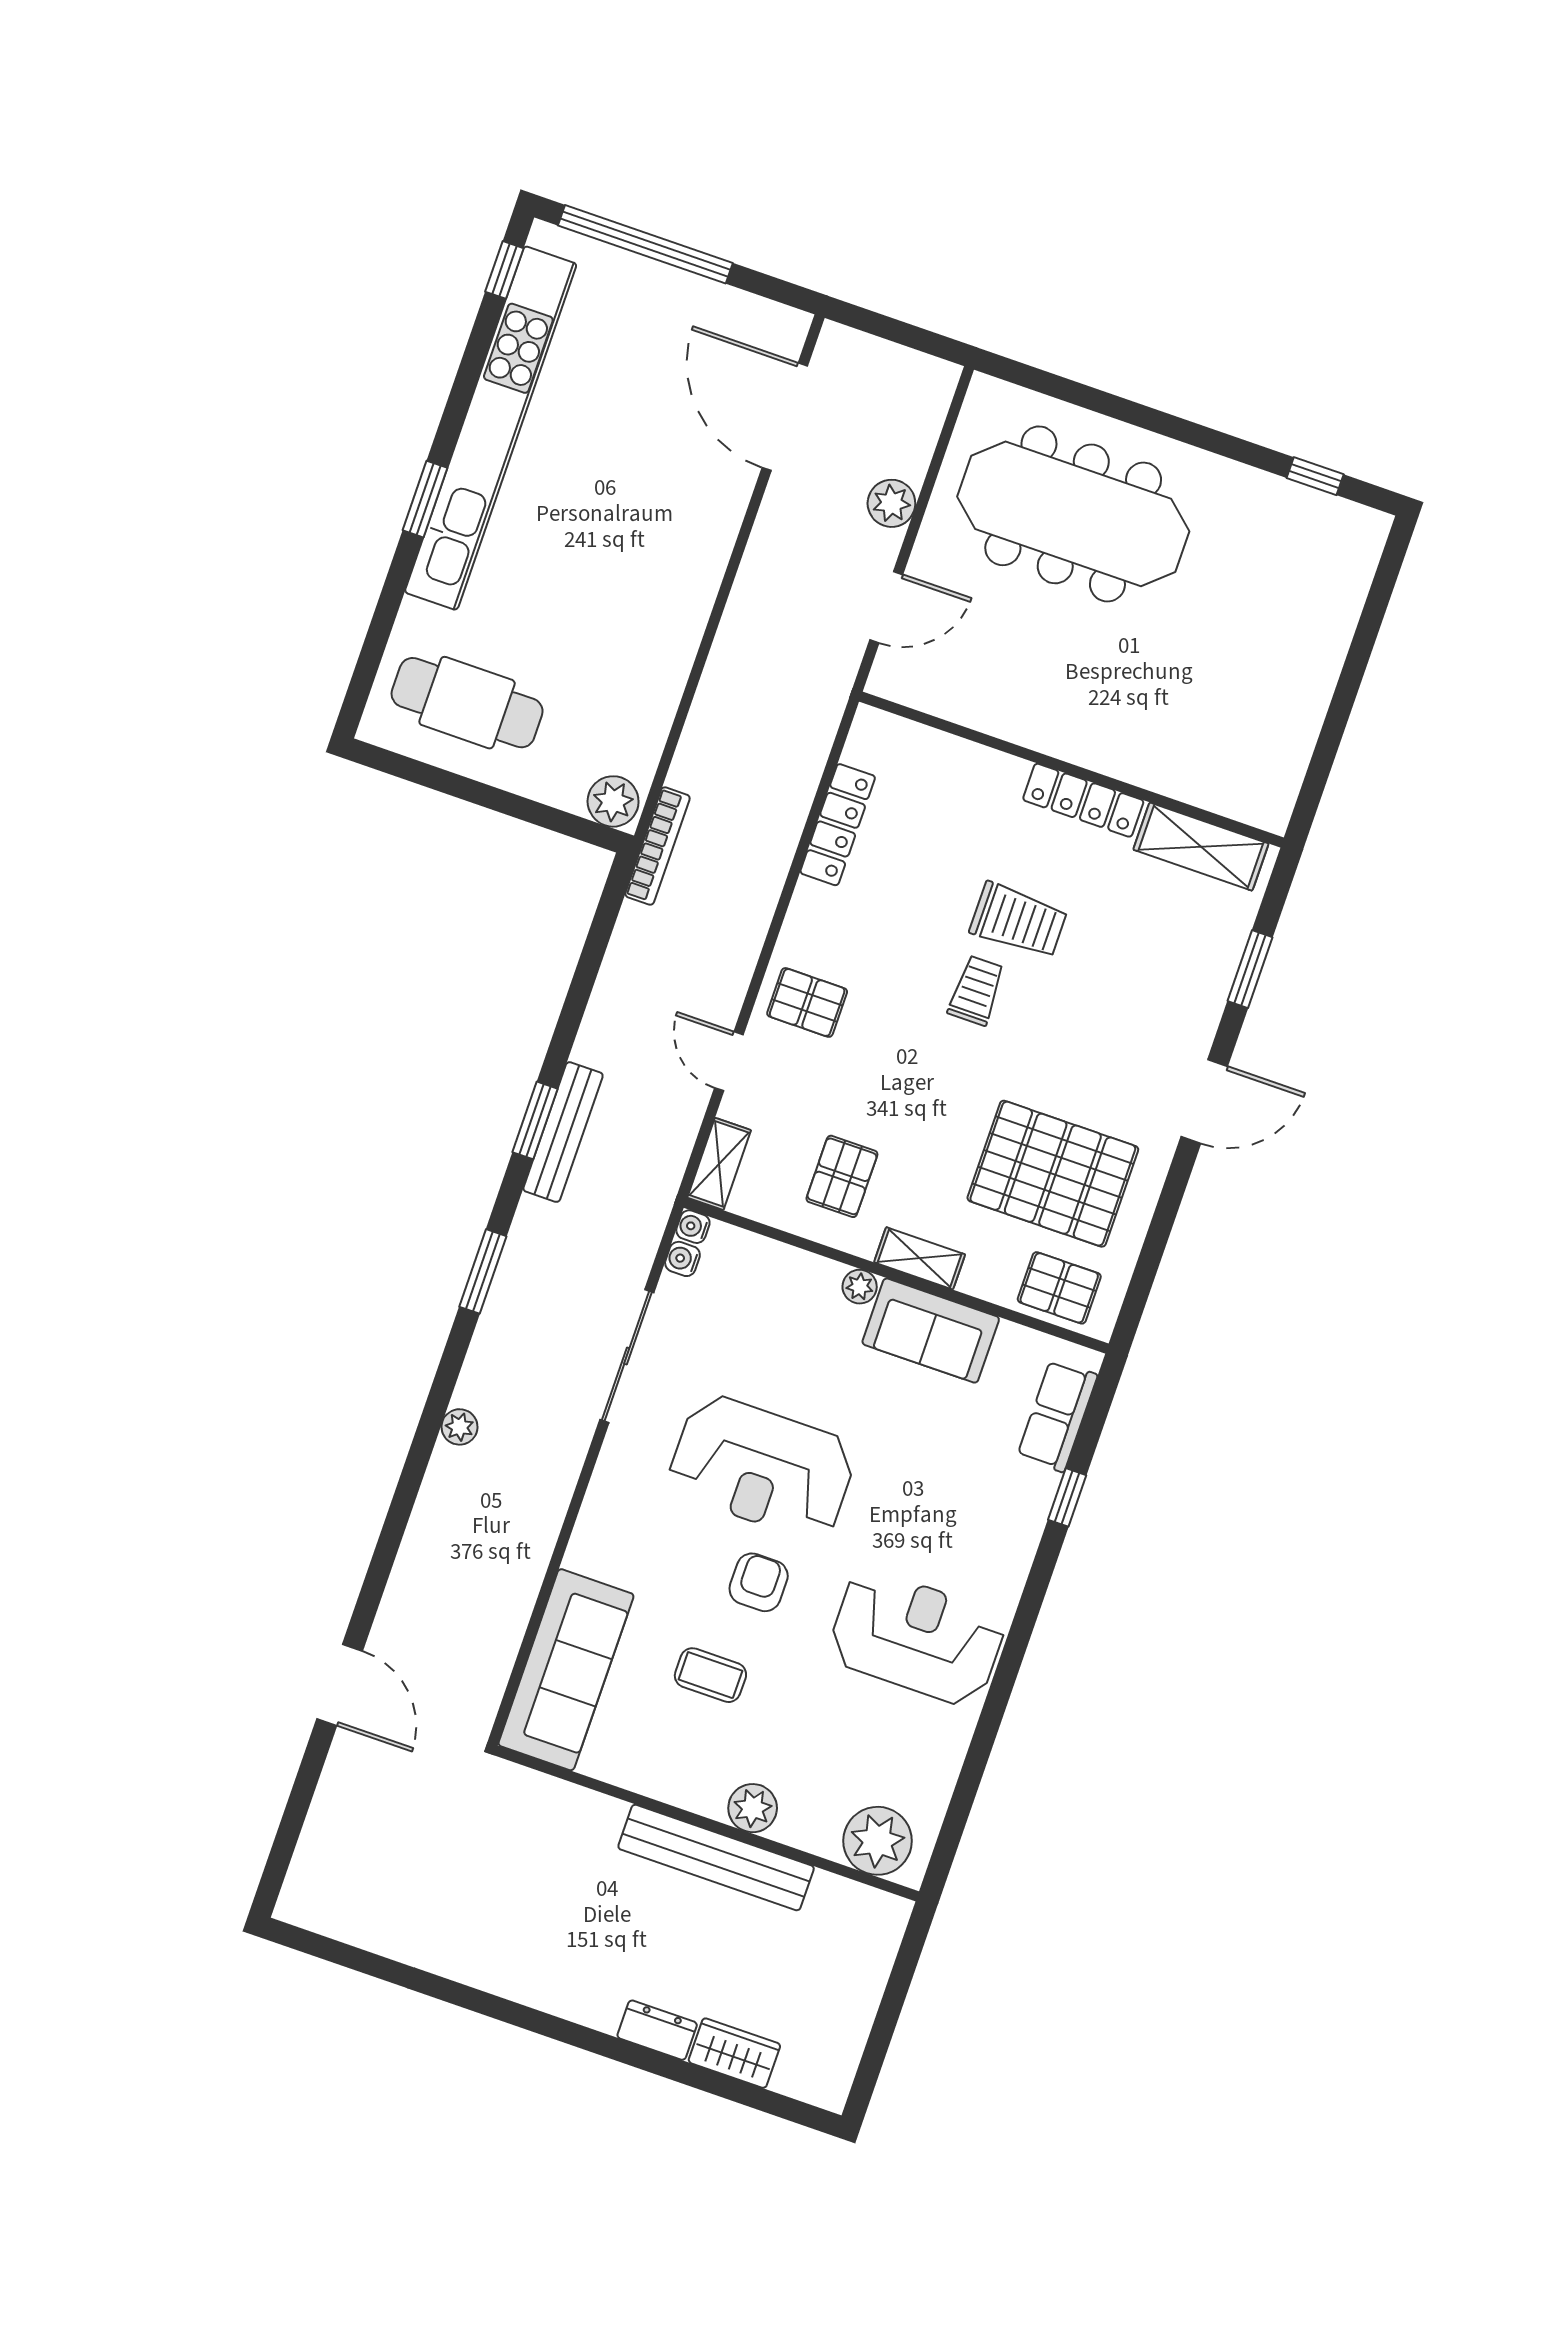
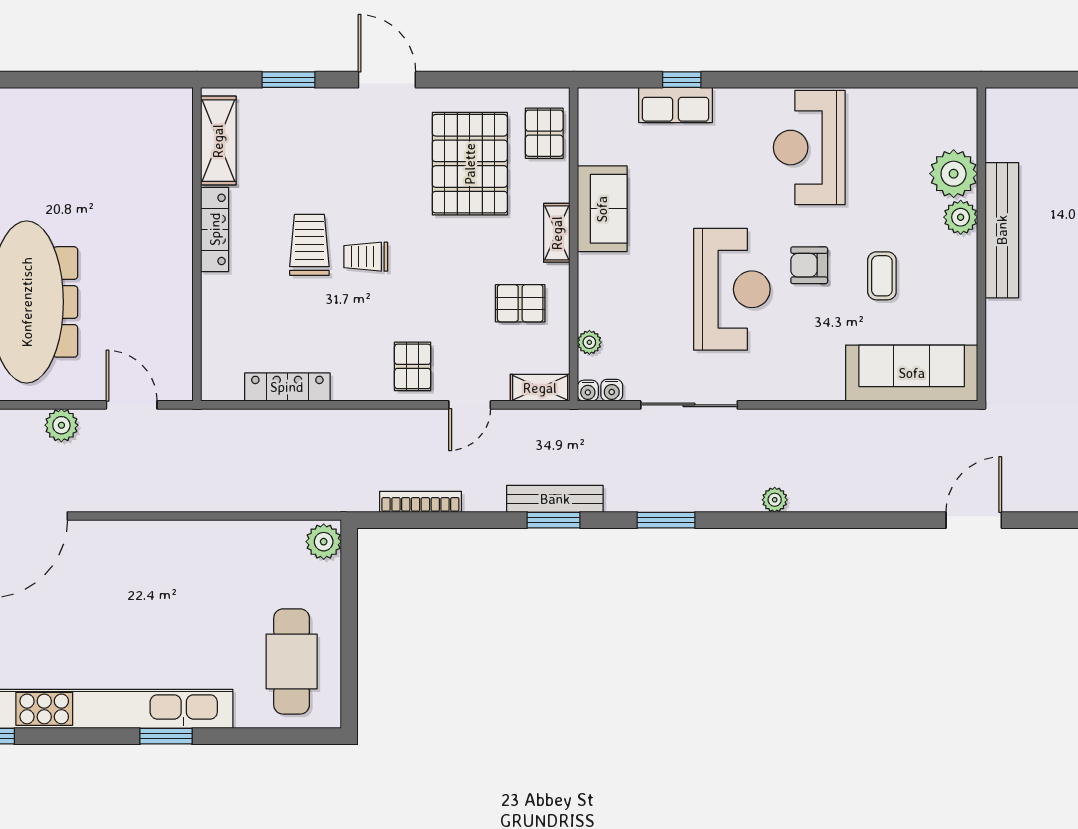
bookcase: (658, 846) -> (420, 502), moved
plant: (860, 1287) -> (589, 342), moved
row of seats: (1057, 1416) -> (675, 105), moved
plant: (878, 1841) -> (954, 174), moved

